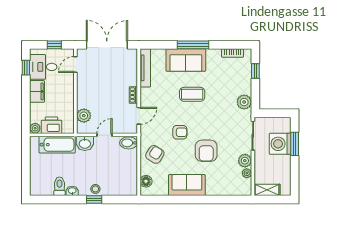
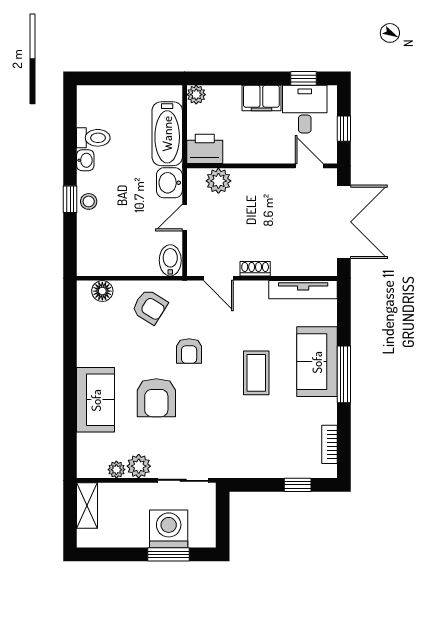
plant: (244, 102) -> (243, 465), removed
printer: (52, 125) -> (205, 149), moved, turned -90
door: (104, 135) -> (185, 218), swing flipped
armchair: (206, 151) -> (156, 398), turned -90
sofa: (187, 185) -> (96, 400), moved

